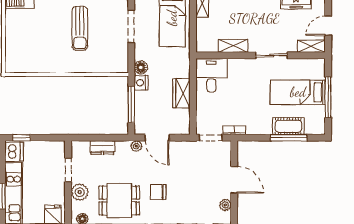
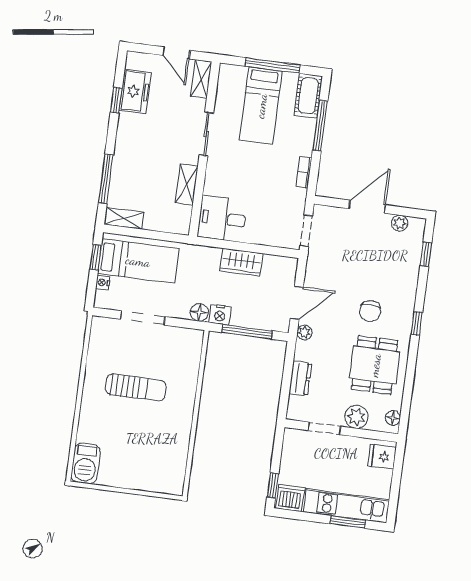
cot: (288, 126) -> (308, 96), moved
bookcase: (234, 130) -> (304, 172), moved

